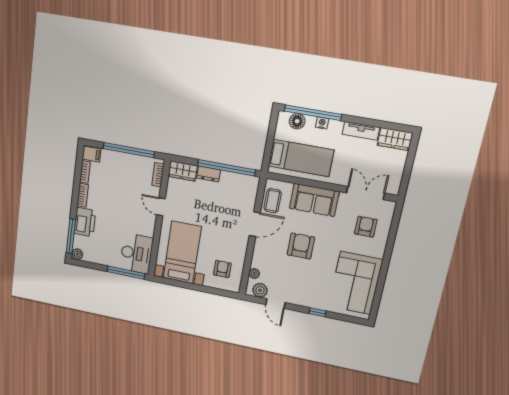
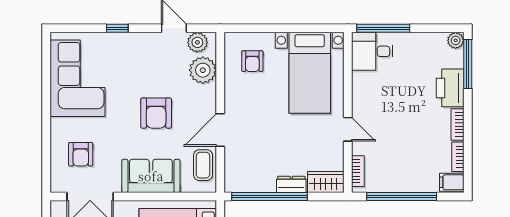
desk: (136, 254) -> (372, 51), width x0.73
plant: (254, 273) -> (203, 70), width x1.88, depth x1.88

